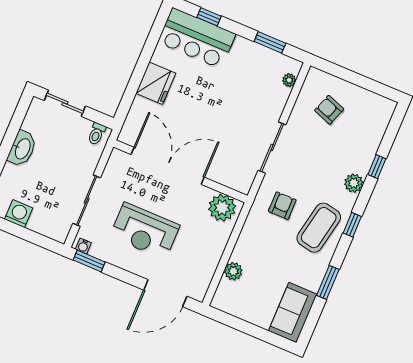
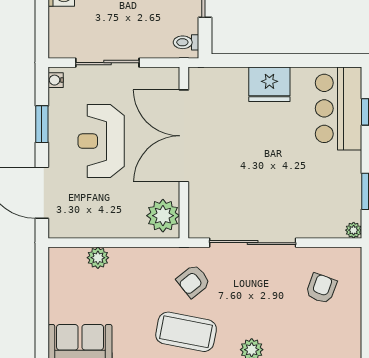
plant: (289, 80) -> (354, 230), moved
sliding door: (272, 148) -> (253, 243), width x1.36
double door: (168, 166) -> (184, 136), swing flipped
armchair: (282, 206) -> (193, 281), turned 141
window: (89, 261) -> (42, 124), moved

